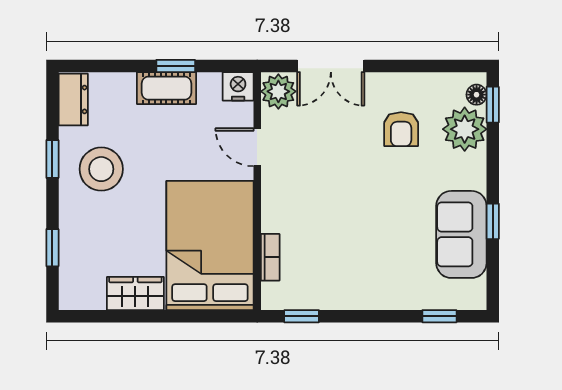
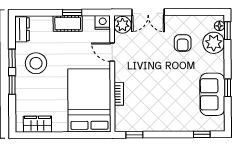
window: (52, 248) -> (12, 85), moved
bookcase: (270, 257) -> (119, 94), moved
wardrobe: (135, 294) -> (37, 124), moved

